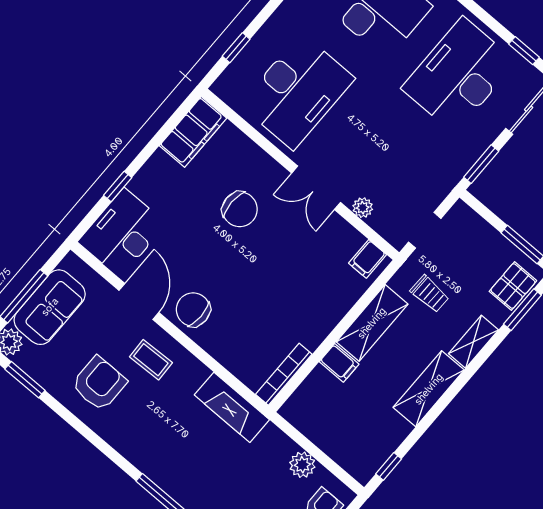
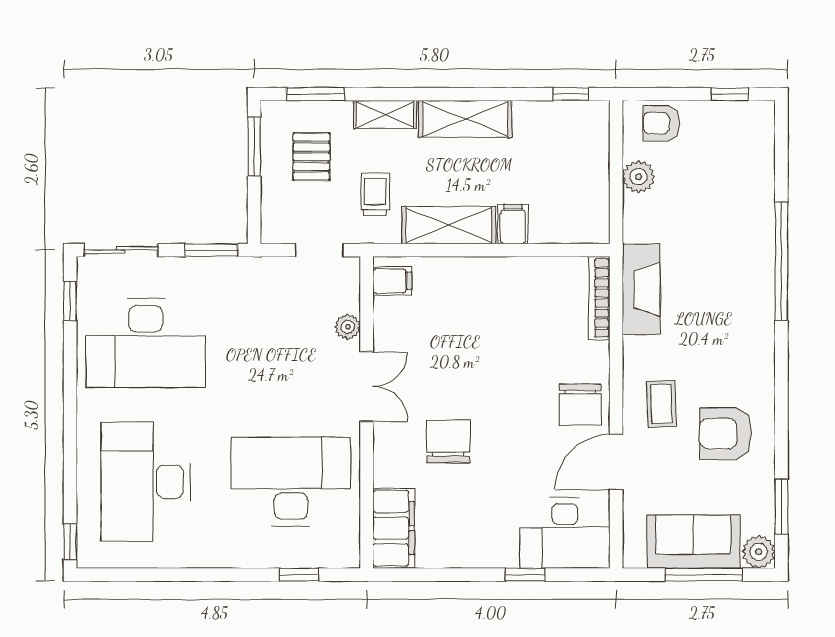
filing cabinet: (193, 132) -> (394, 528), moved, turned 90
pallet: (513, 286) -> (311, 157), moved, turned 90
bookcase: (284, 374) -> (599, 298), moved, turned 90

